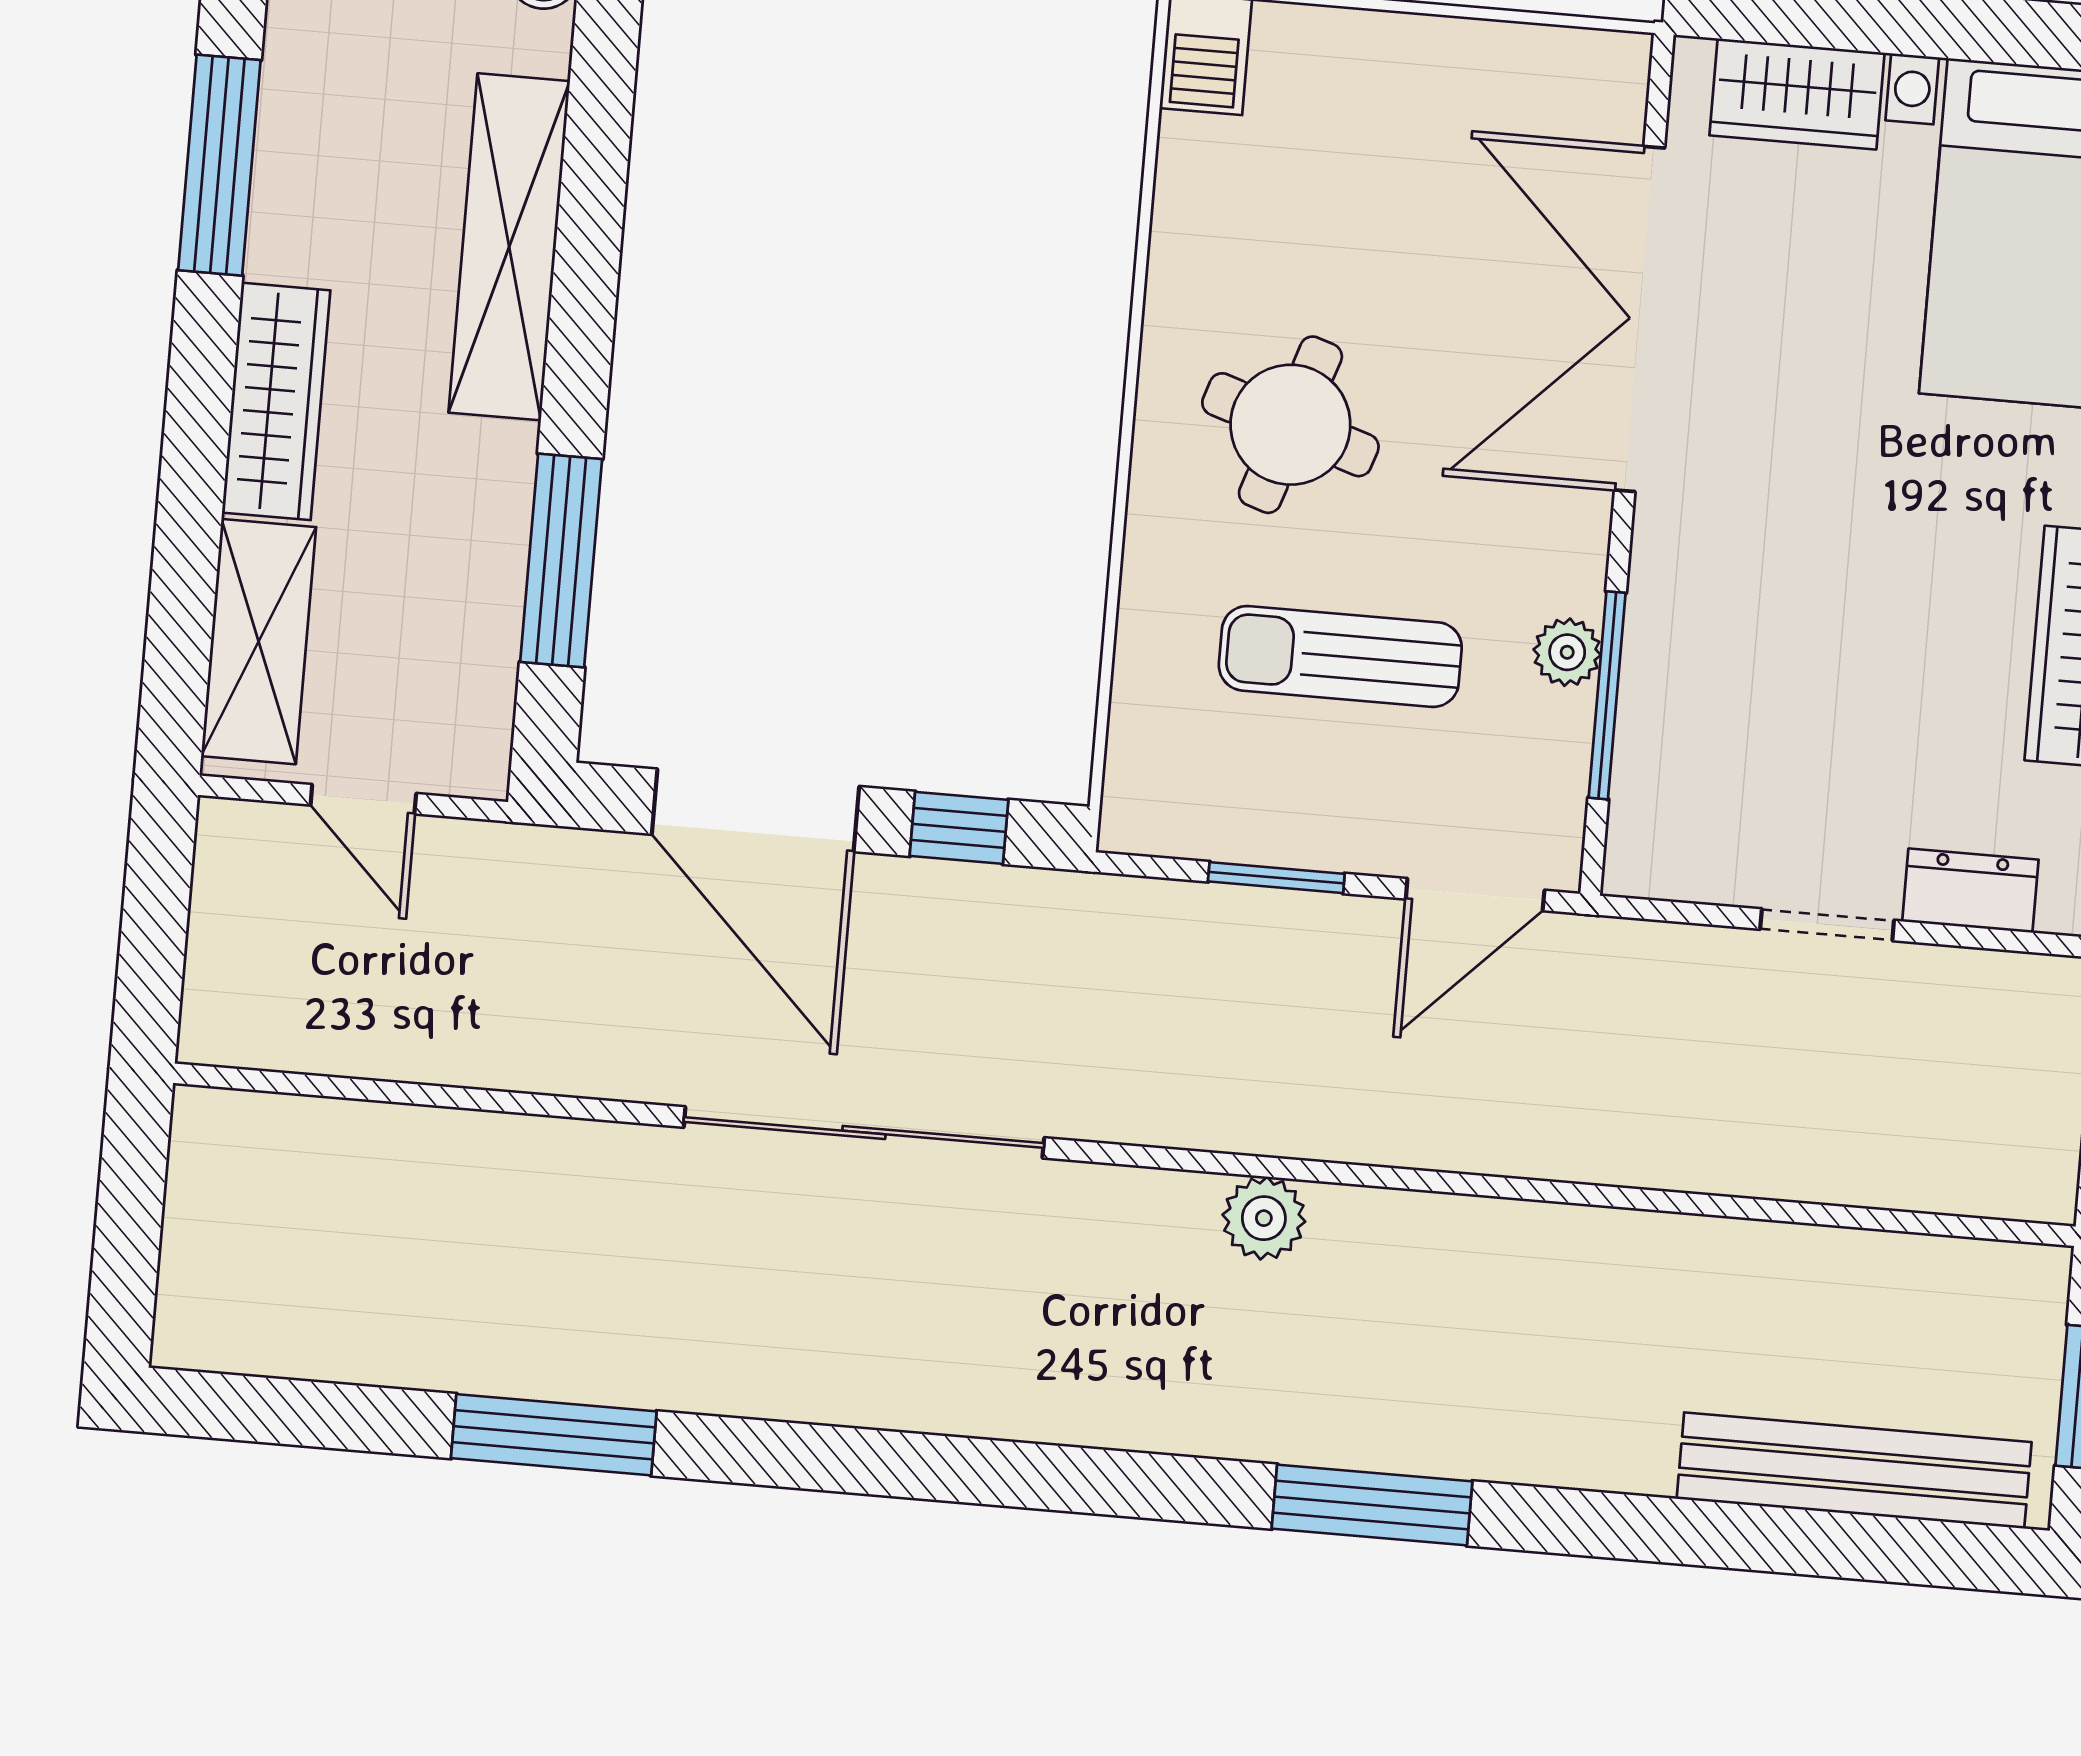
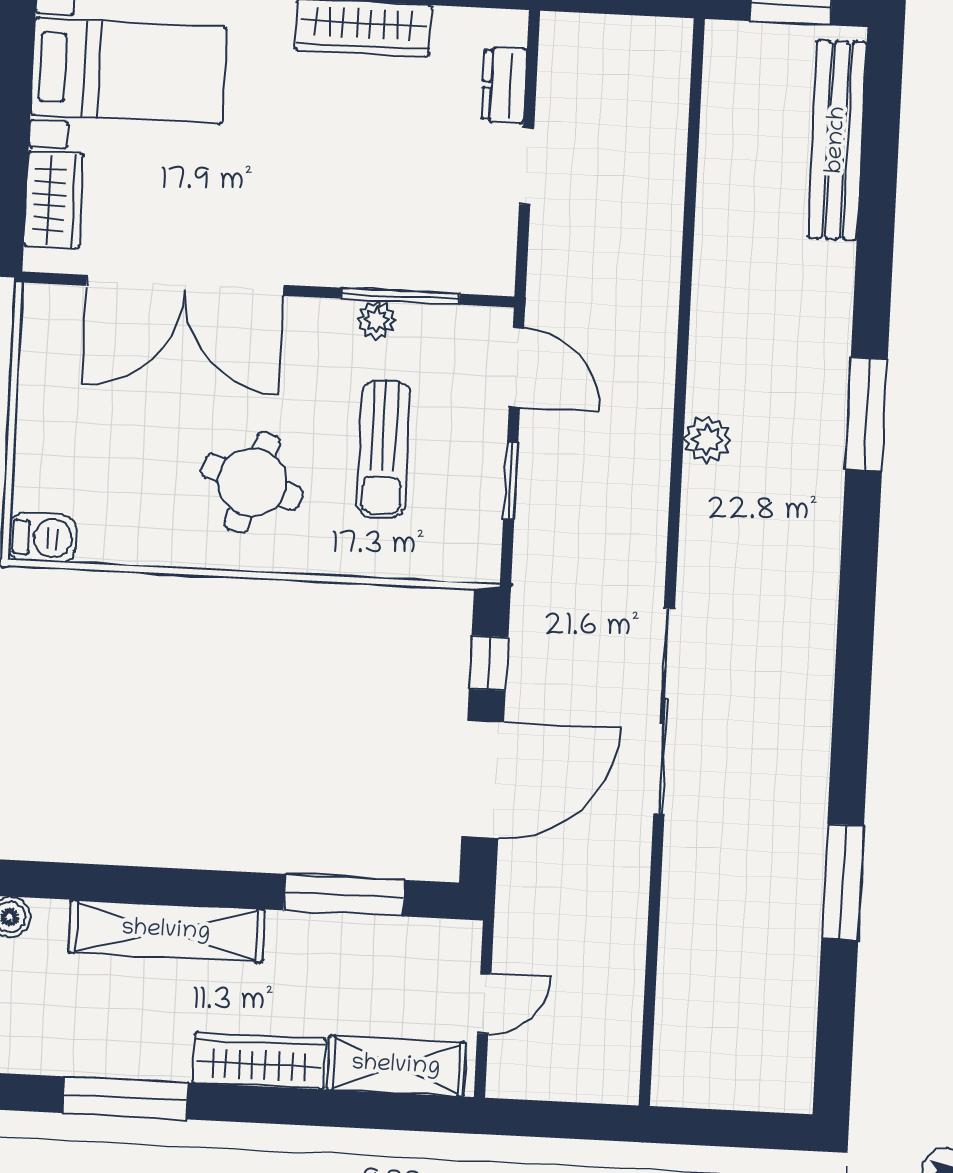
plant: (1264, 1218) -> (707, 440), moved

